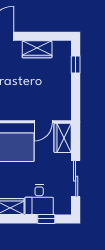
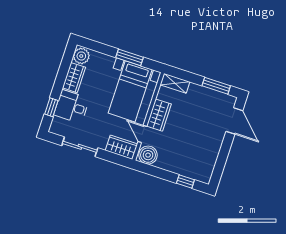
wardrobe: (37, 49) -> (159, 115), moved, turned 180
boiler: (62, 109) -> (148, 155), added

